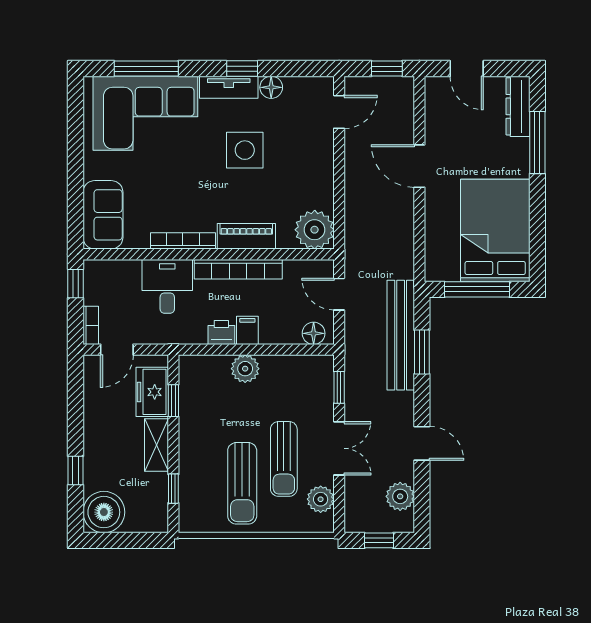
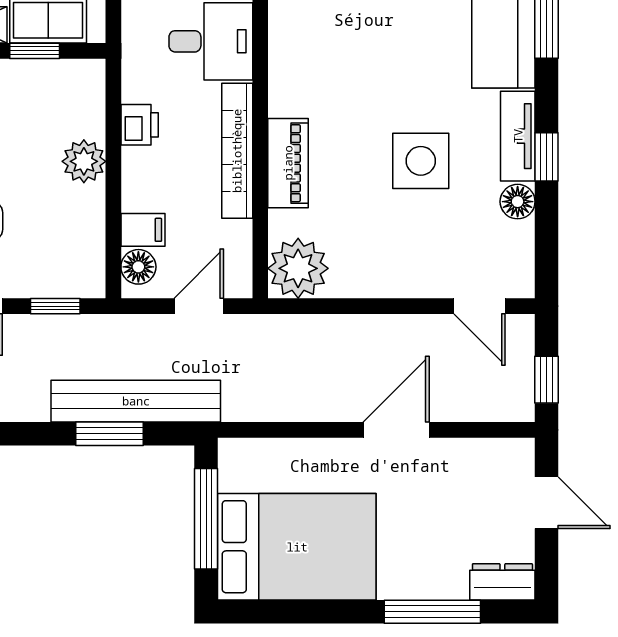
door: (467, 69) -> (546, 503), swing flipped
dresser: (518, 106) -> (502, 582), width x0.70
bookcase: (183, 241) -> (281, 66), removed
filing cabinet: (247, 330) -> (143, 230), moved

